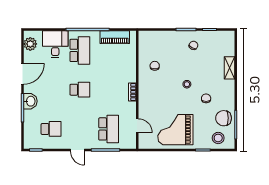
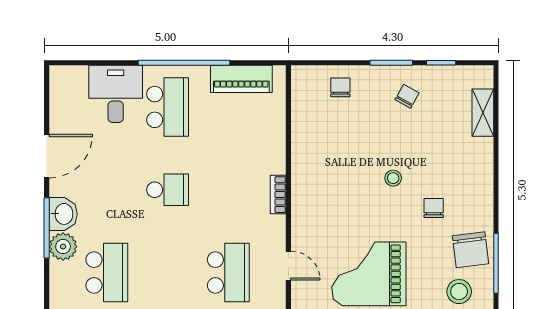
plant: (30, 44) -> (63, 247), moved
chair: (155, 66) -> (340, 87), moved
shelving: (229, 68) -> (483, 113), moved
chair: (224, 118) -> (470, 250), turned -97
school desk: (51, 129) -> (107, 273), width x1.85

